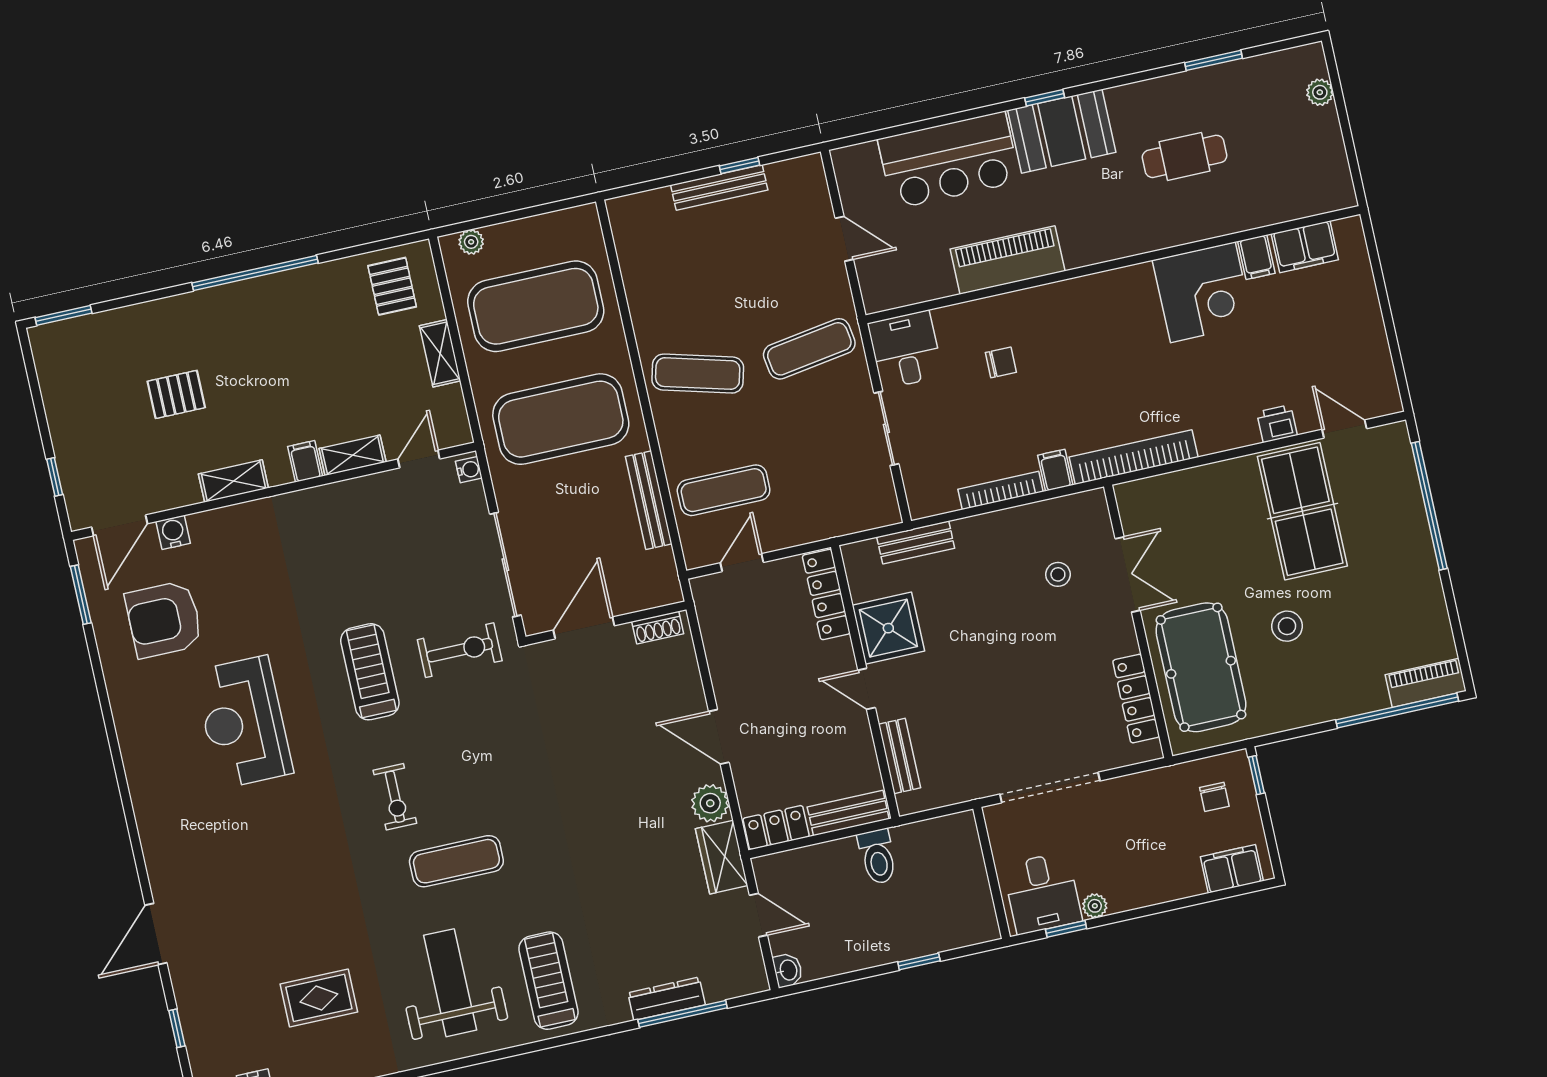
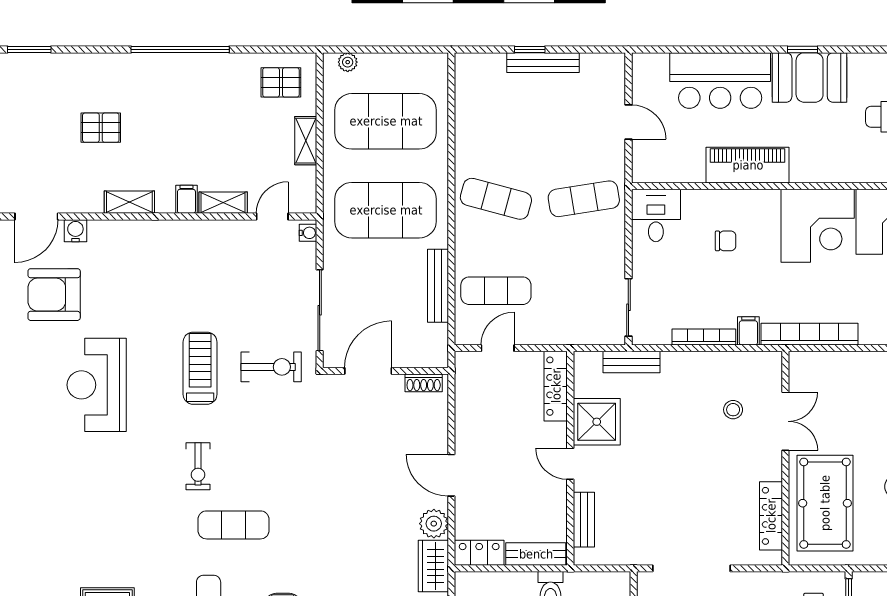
window: (740, 165) -> (530, 49), moved
pallet: (392, 286) -> (281, 82), turned 90
corner desk: (1114, 317) -> (818, 226), added
sliding door: (886, 428) -> (628, 307), moved

